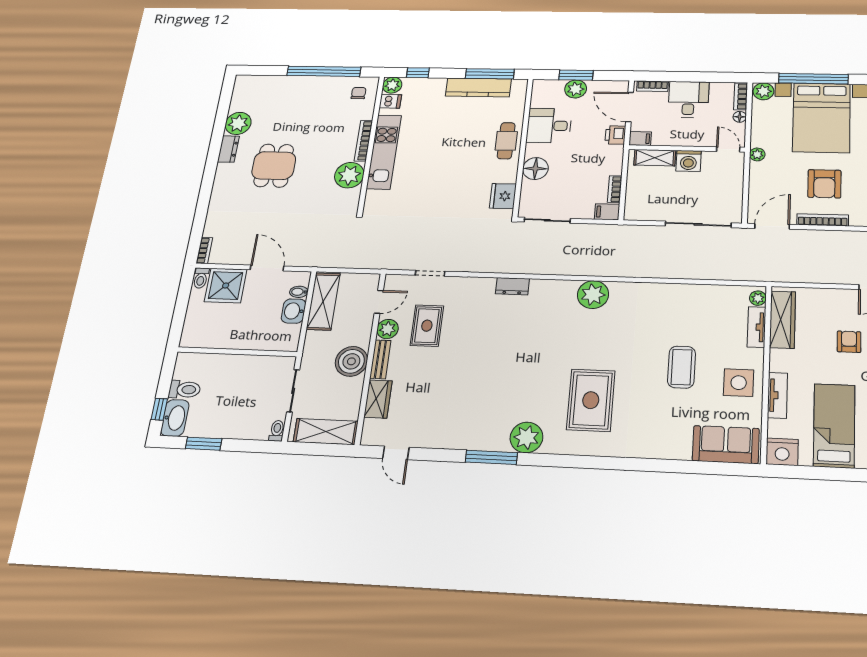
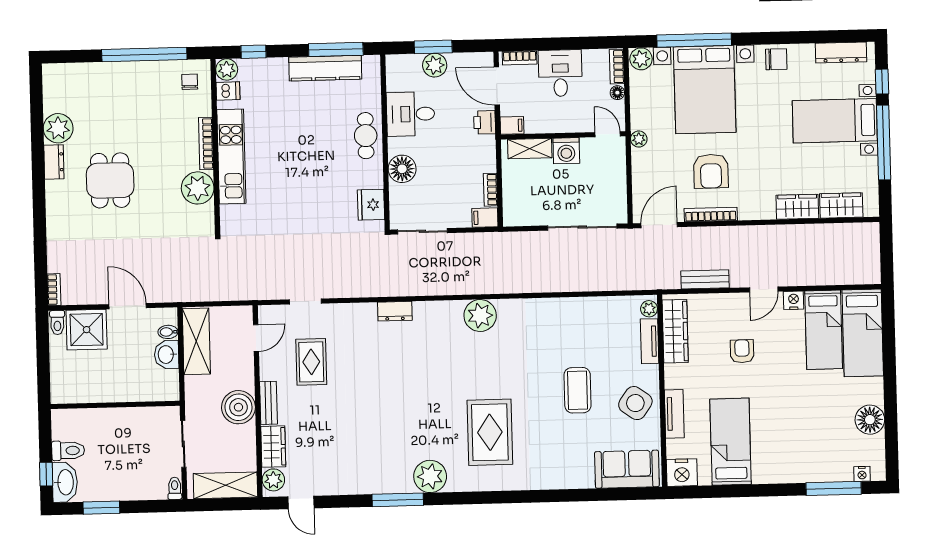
bench: (815, 275) -> (705, 279), added
plant: (388, 329) -> (273, 480), moved
side table: (739, 383) -> (635, 403), turned 35

